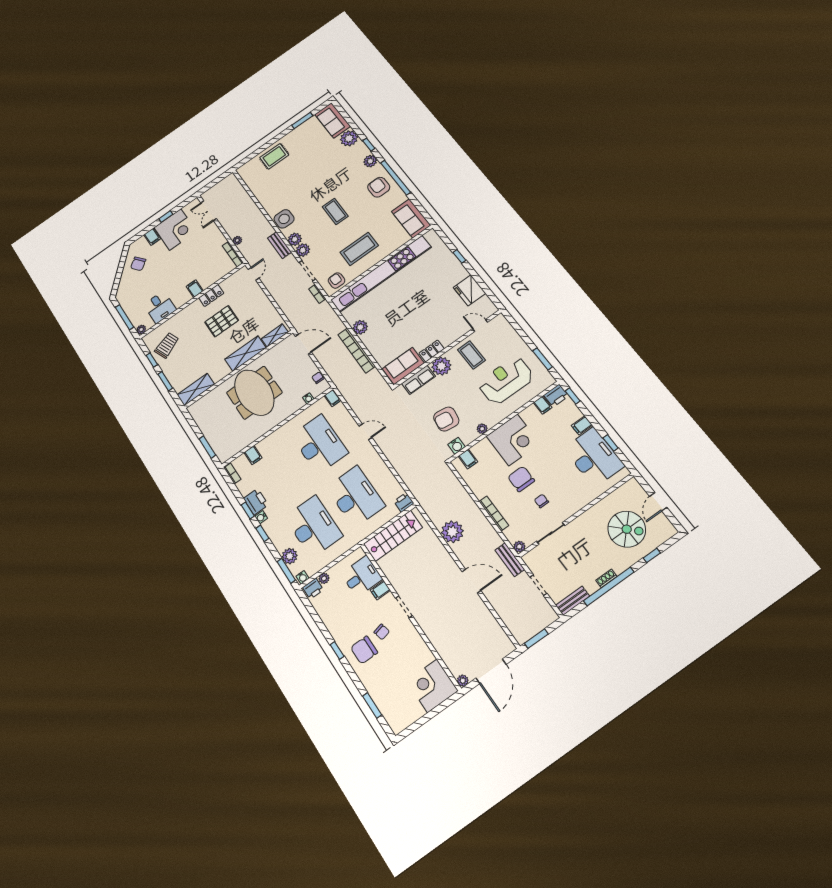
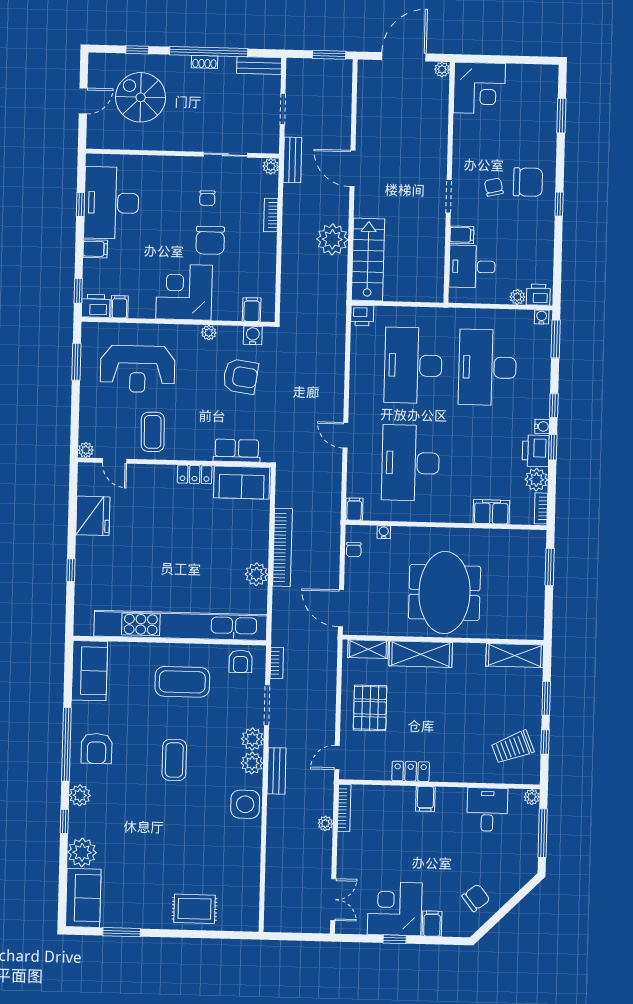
pallet: (222, 321) -> (370, 708), moved, turned 90
plant: (441, 366) -> (86, 450), moved, width x0.53, depth x0.53
filing cabinet: (253, 455) -> (491, 512), width x2.00
bookcase: (494, 514) -> (271, 215), width x0.64
stairs: (393, 536) -> (368, 260), moved, turned 90
plant: (290, 556) -> (536, 480), moved

